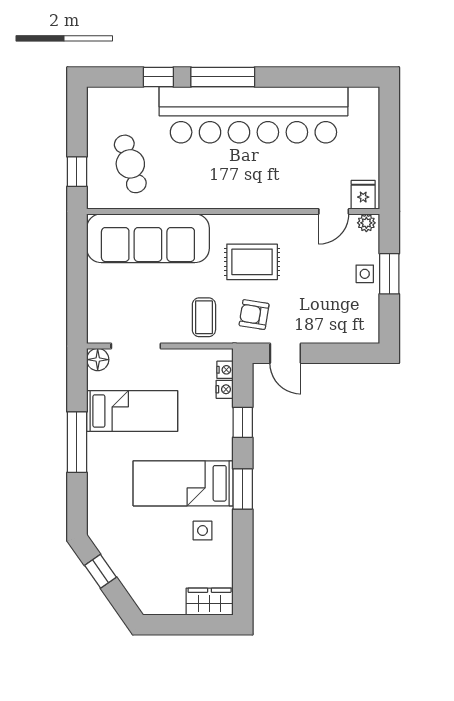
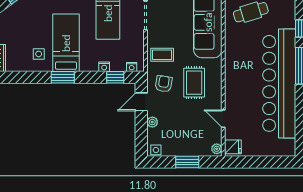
door: (334, 211) -> (223, 119), moved
side table: (365, 274) -> (156, 150), moved
plant: (320, 334) -> (152, 122), added
nightstand: (225, 389) -> (104, 67), moved
window: (243, 422) -> (115, 77), moved

